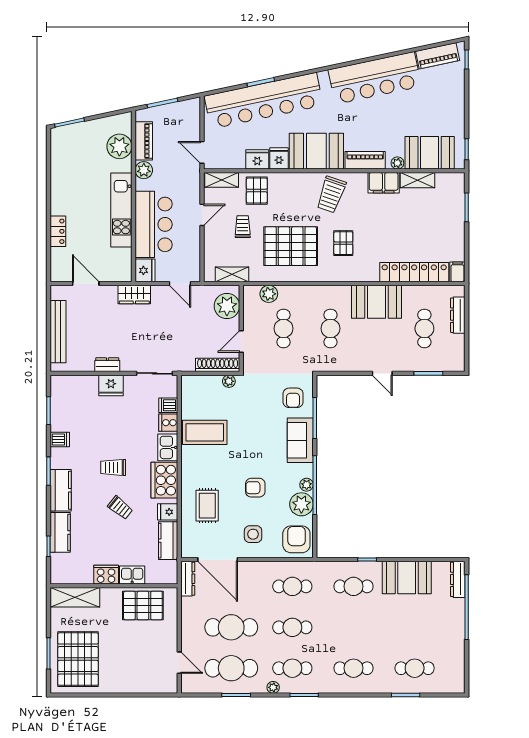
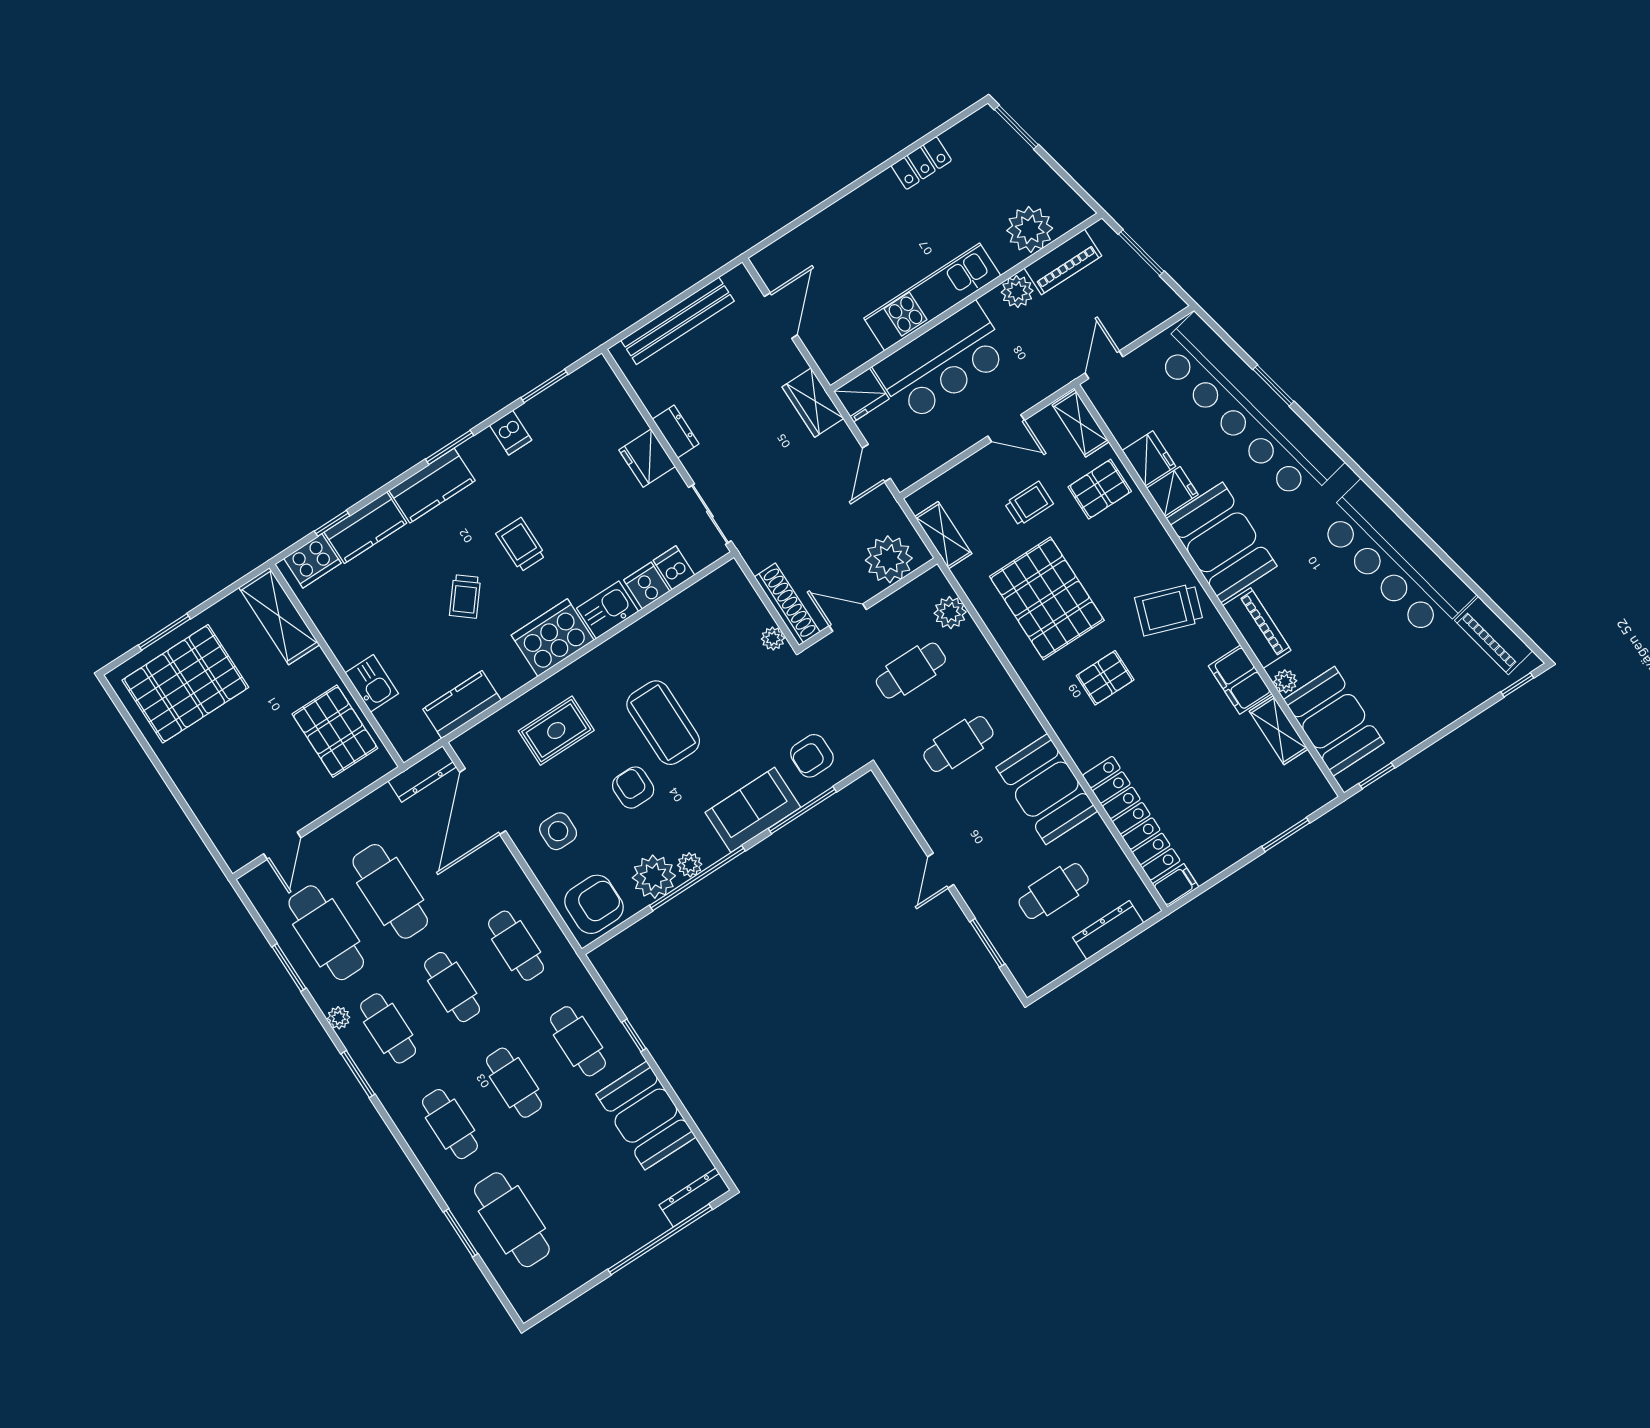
locker: (58, 231) -> (921, 163), moved
coffee table: (205, 432) -> (663, 723), moved
fridge: (168, 512) -> (506, 675), removed
cooker: (106, 575) -> (312, 561), moved, turned 90
cafe table: (353, 627) -> (514, 1083), added
cafe table: (415, 668) -> (512, 1220), width x1.37, depth x1.35

